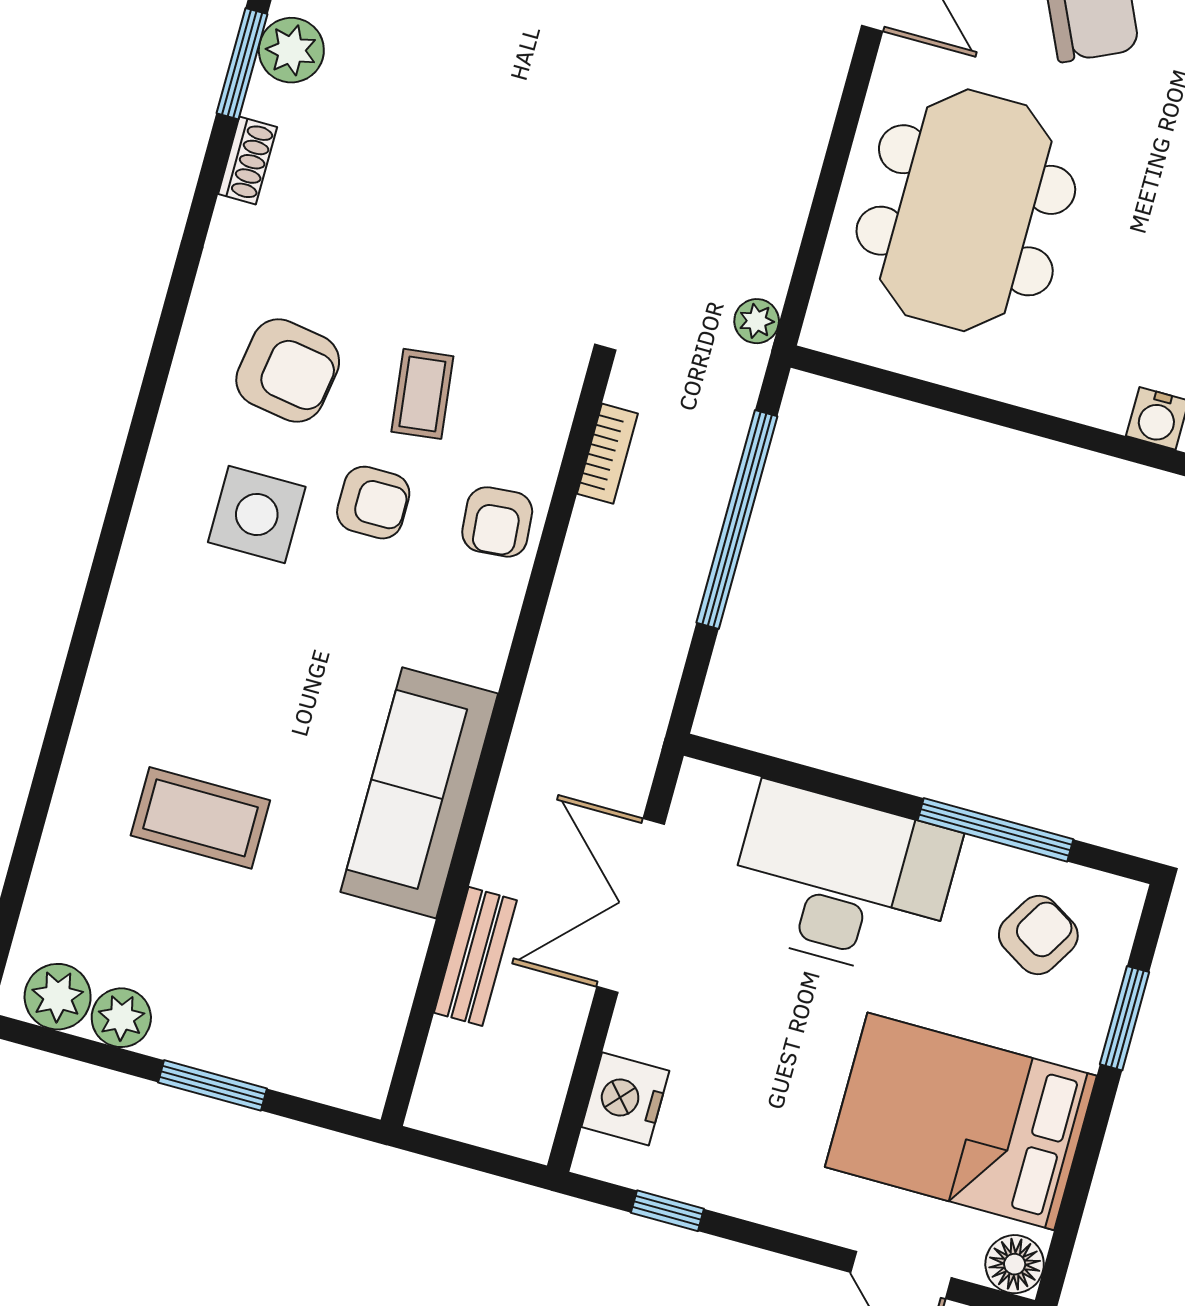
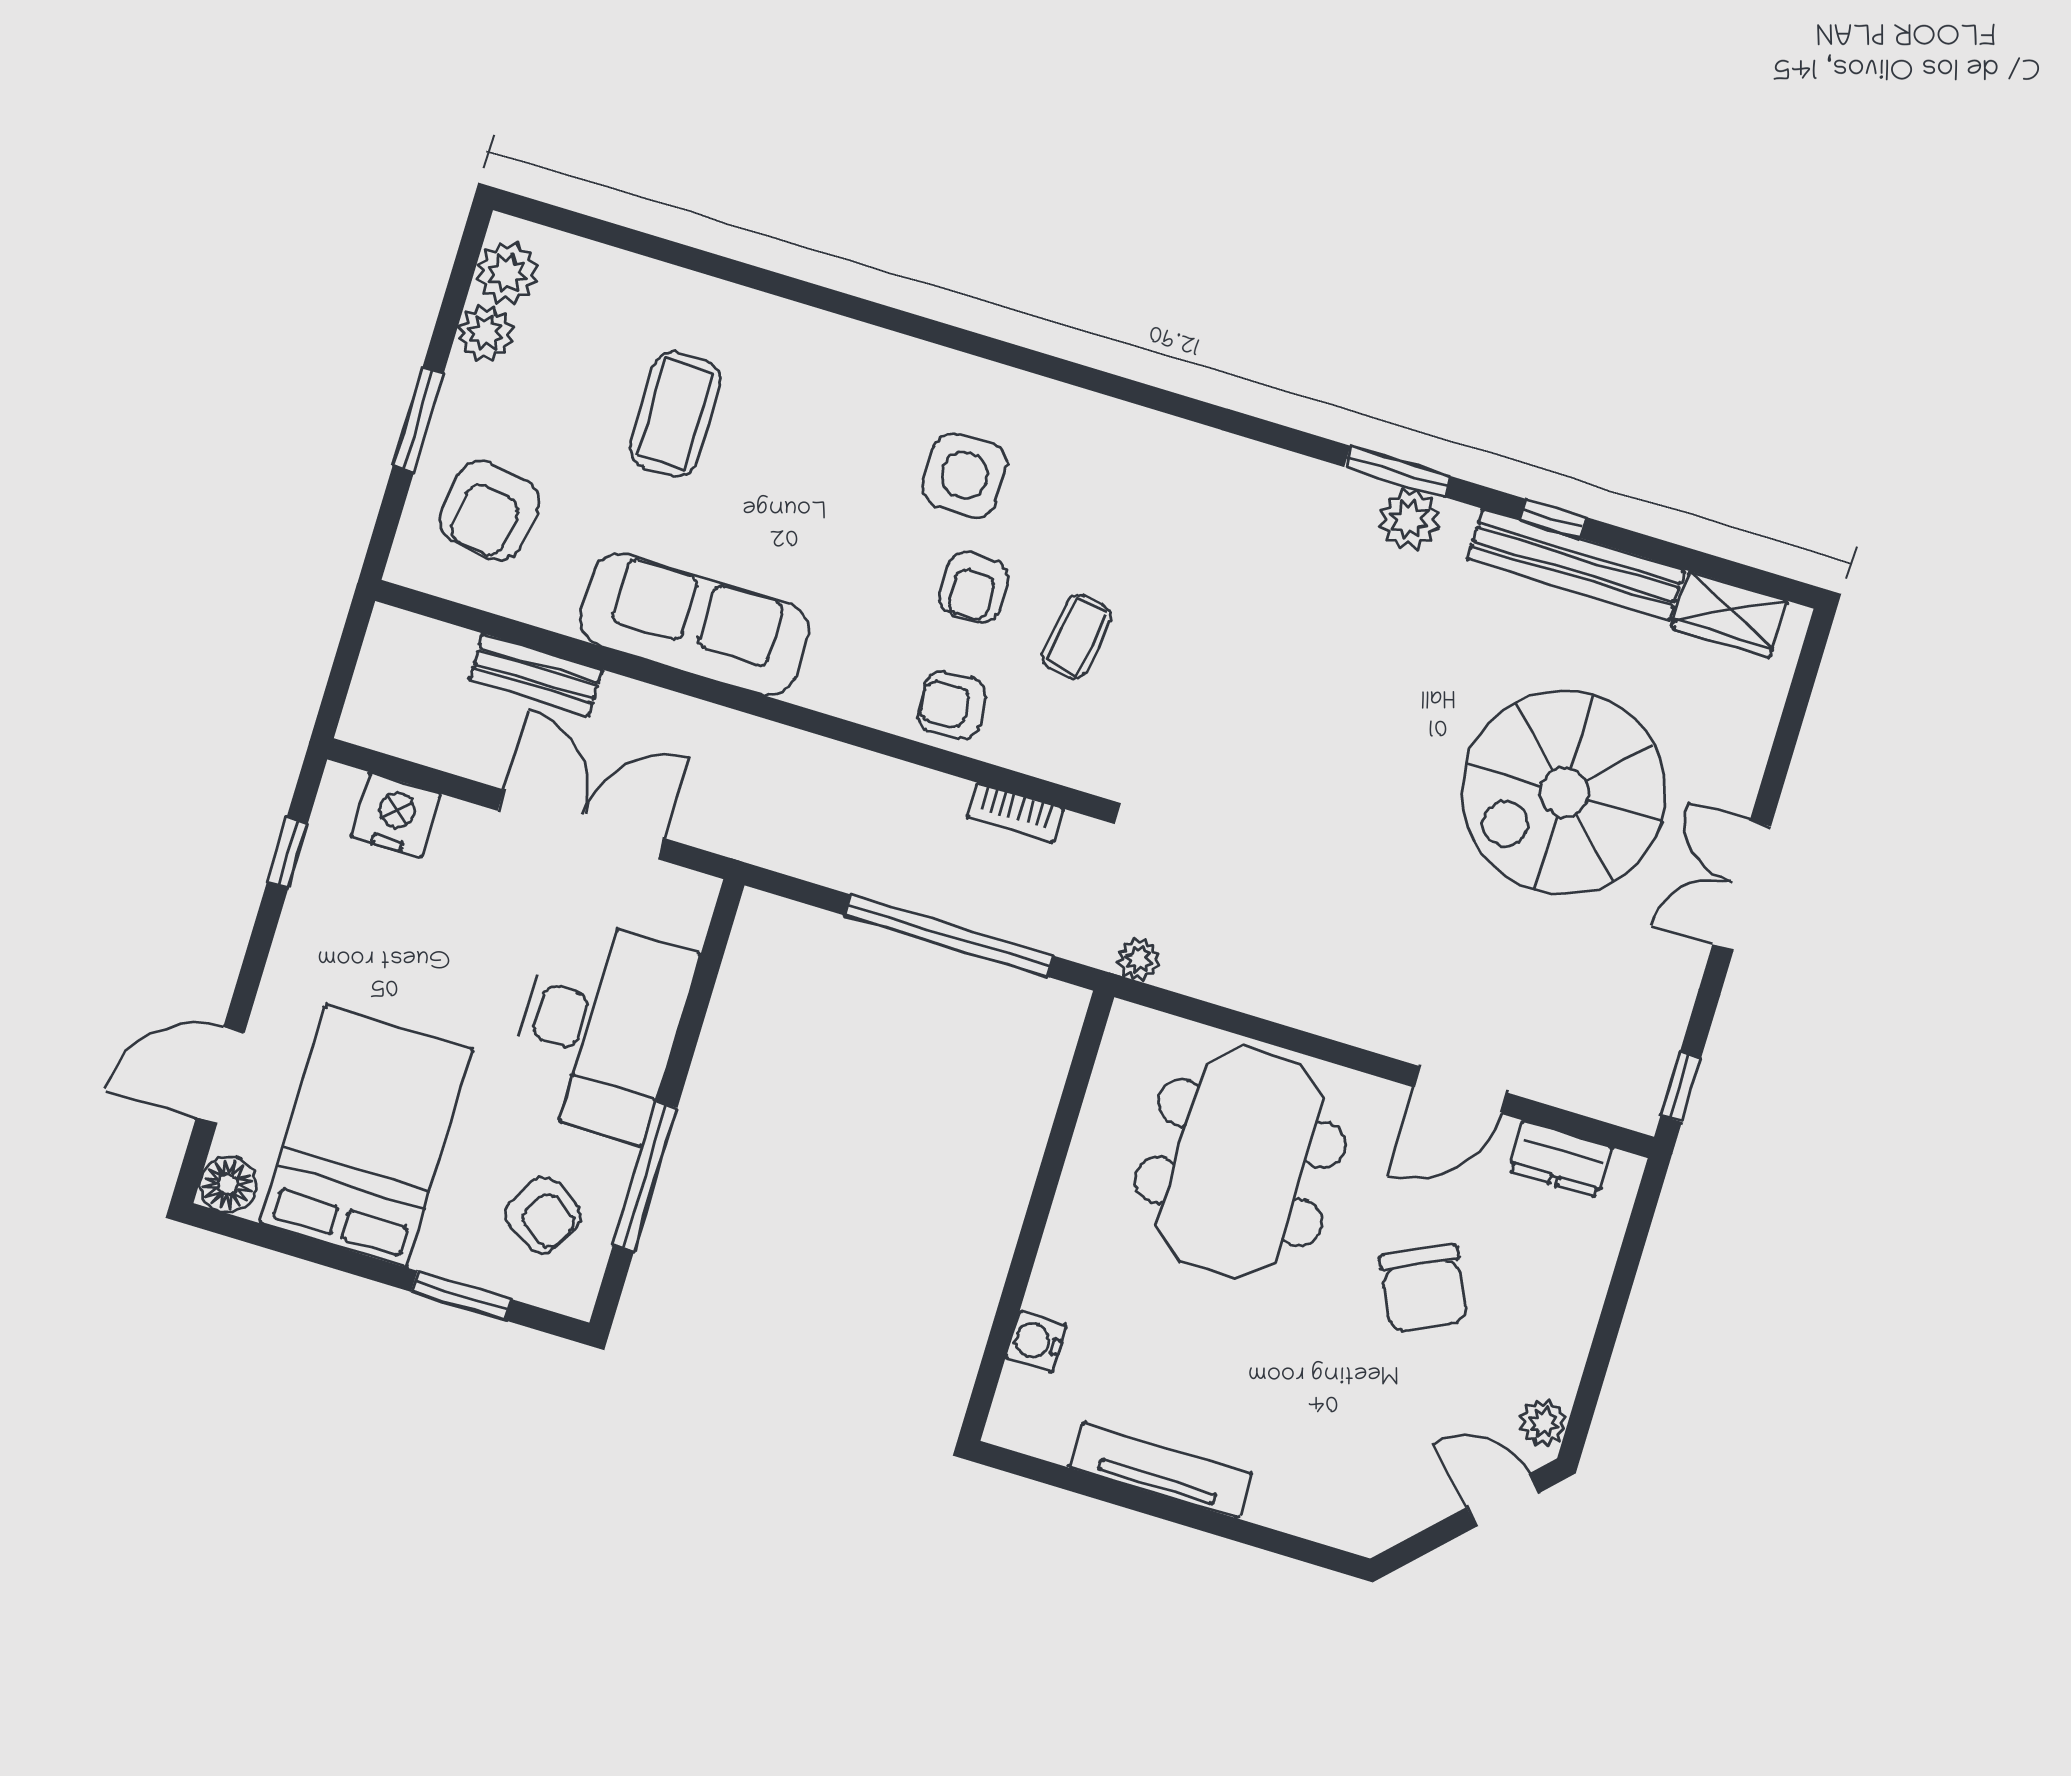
shoe rack: (248, 160) -> (1305, 475), removed
meeting table: (966, 210) -> (1240, 1162), turned 90
armchair: (288, 371) -> (489, 511), moved
coffee table: (422, 394) -> (1077, 637), turned -74

